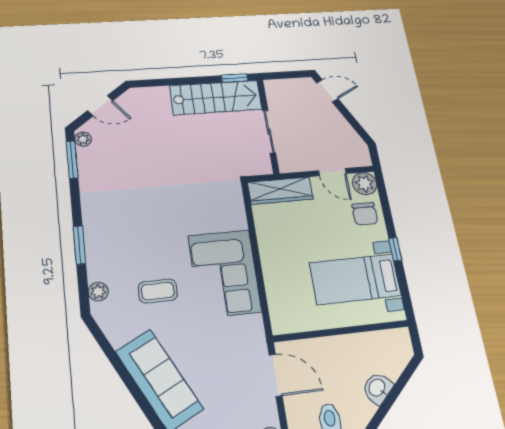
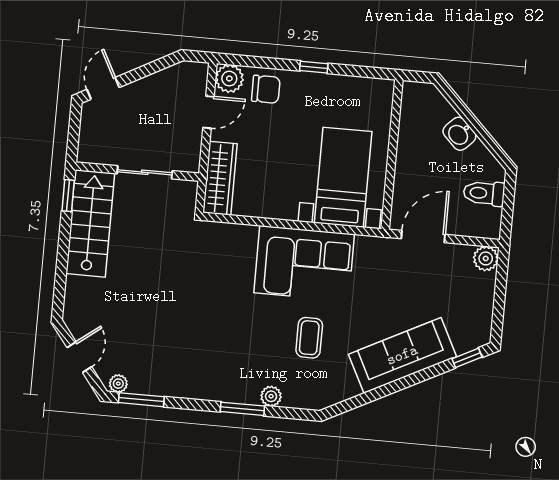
bed with nightstands: (355, 279) -> (343, 177), moved, turned 180
plant: (98, 292) -> (271, 396), moved

